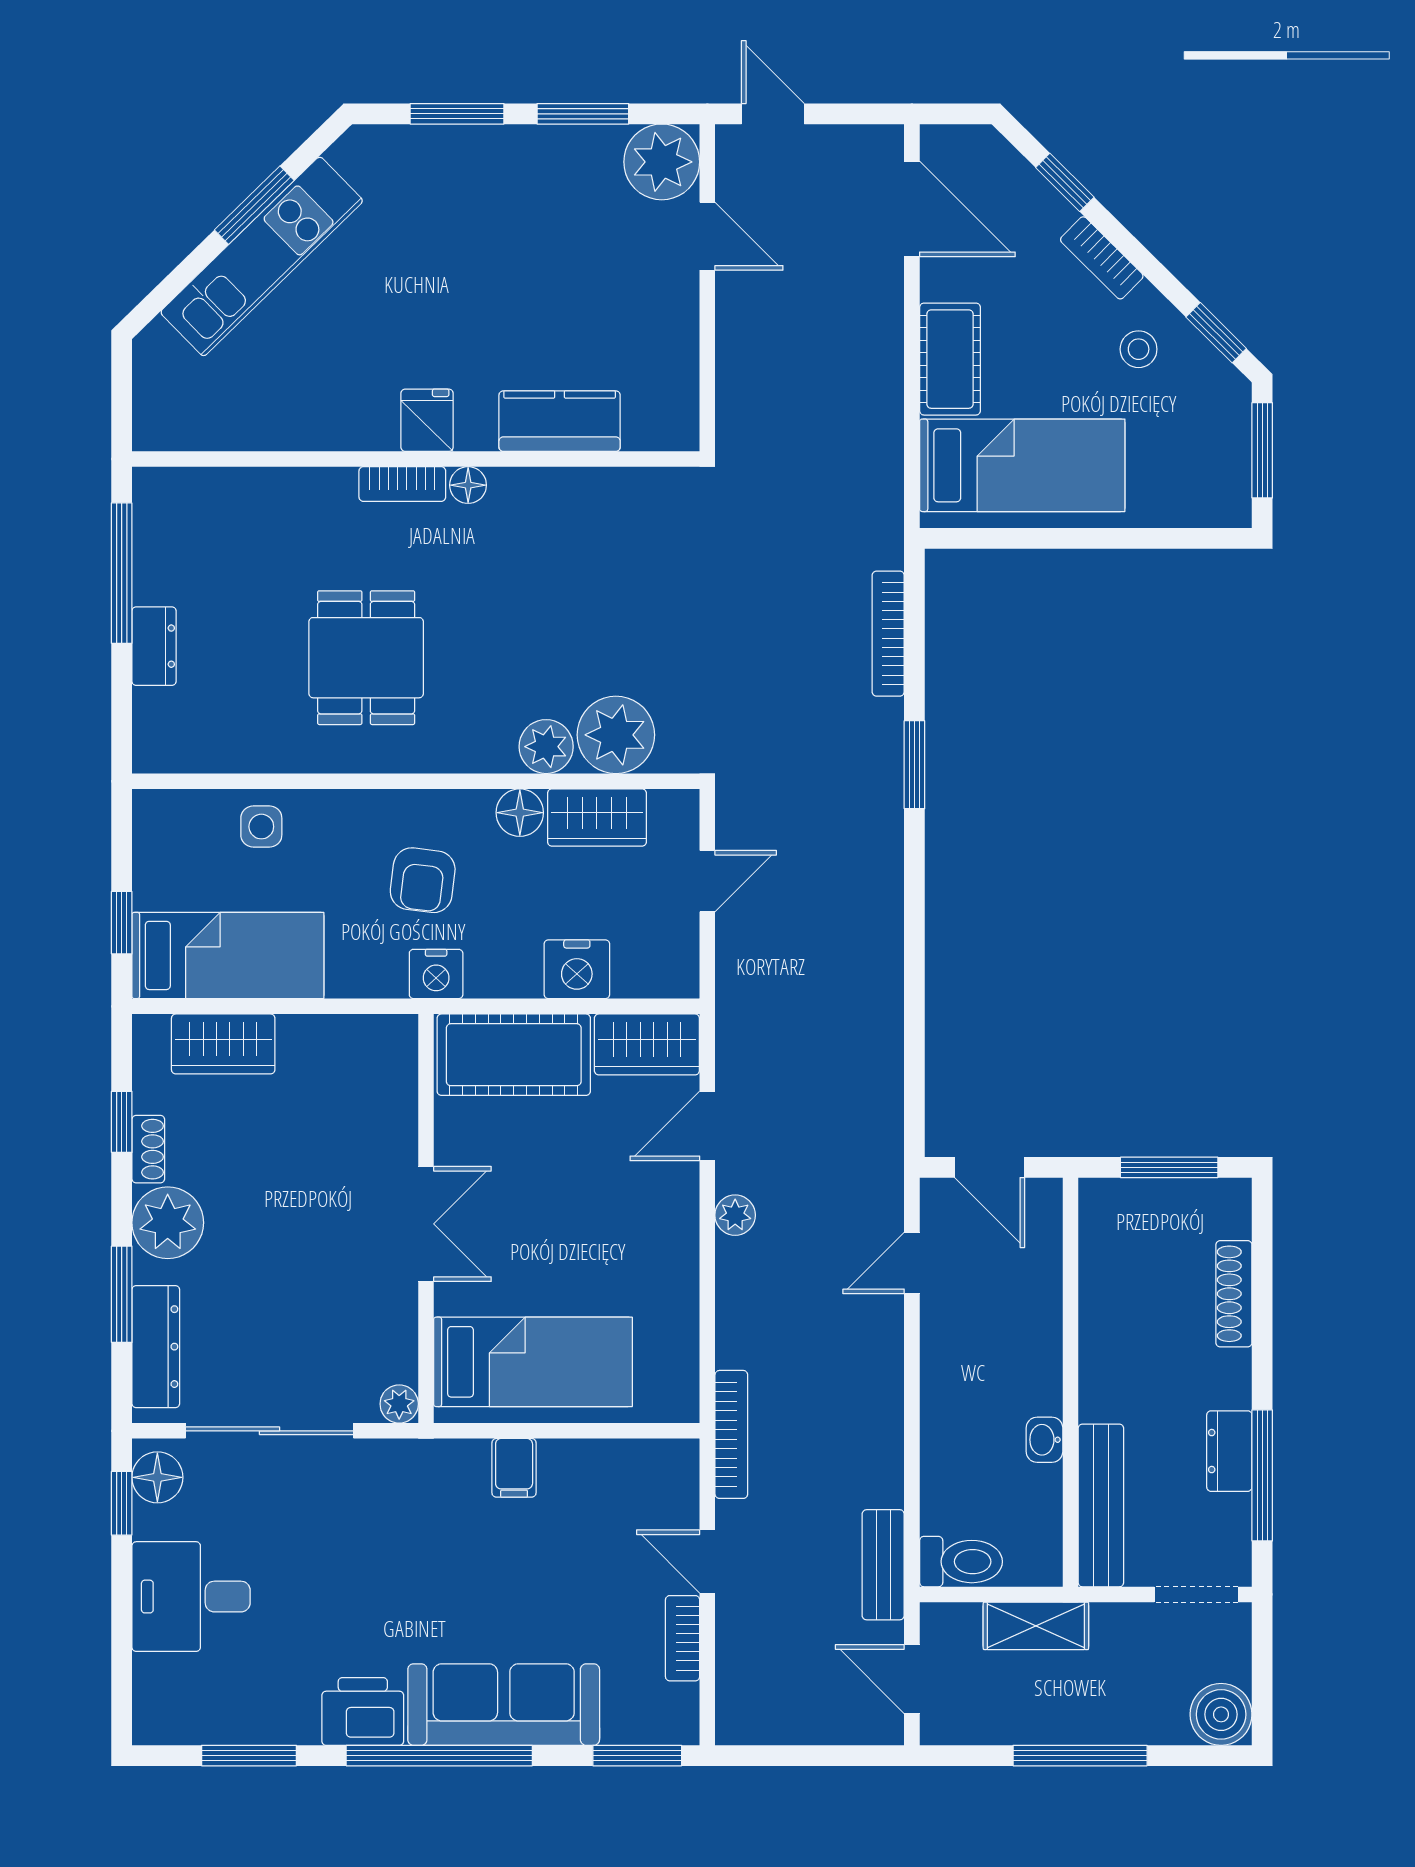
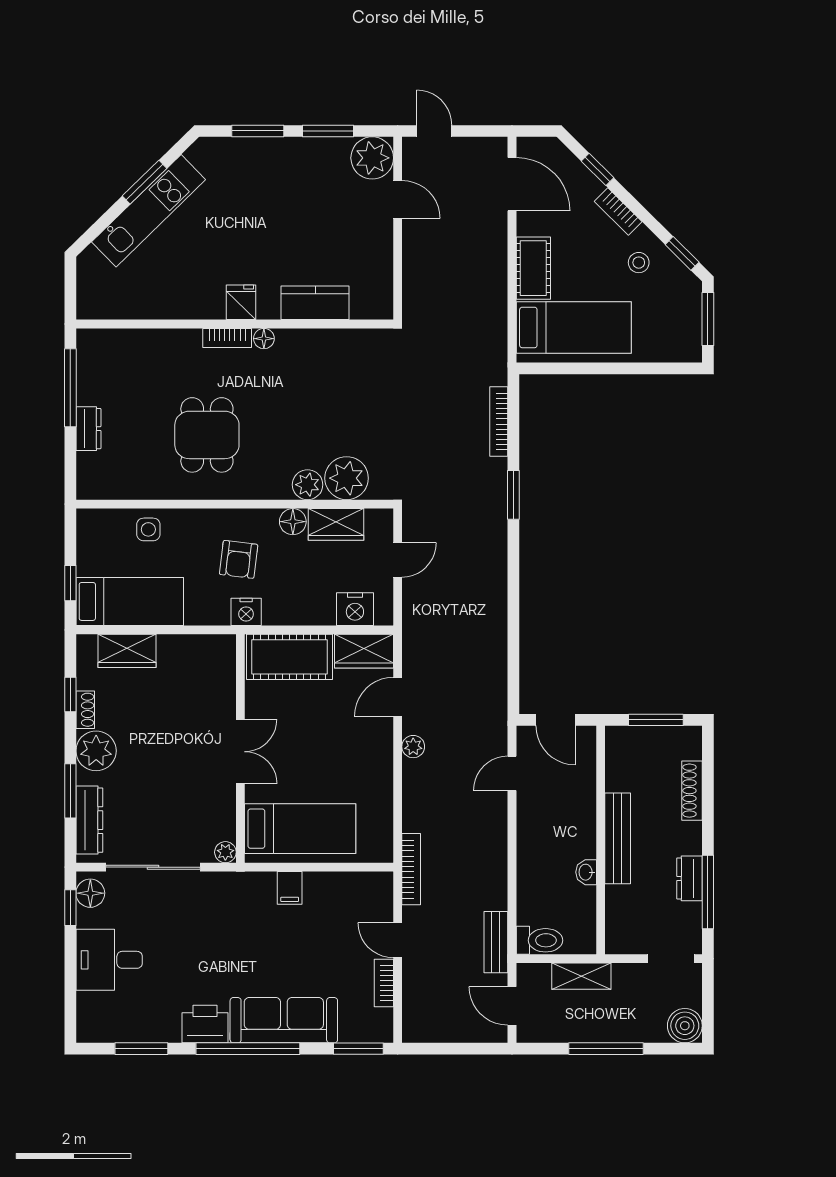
nightstand: (577, 969) -> (355, 609), moved
bench: (1101, 1505) -> (618, 838), moved

